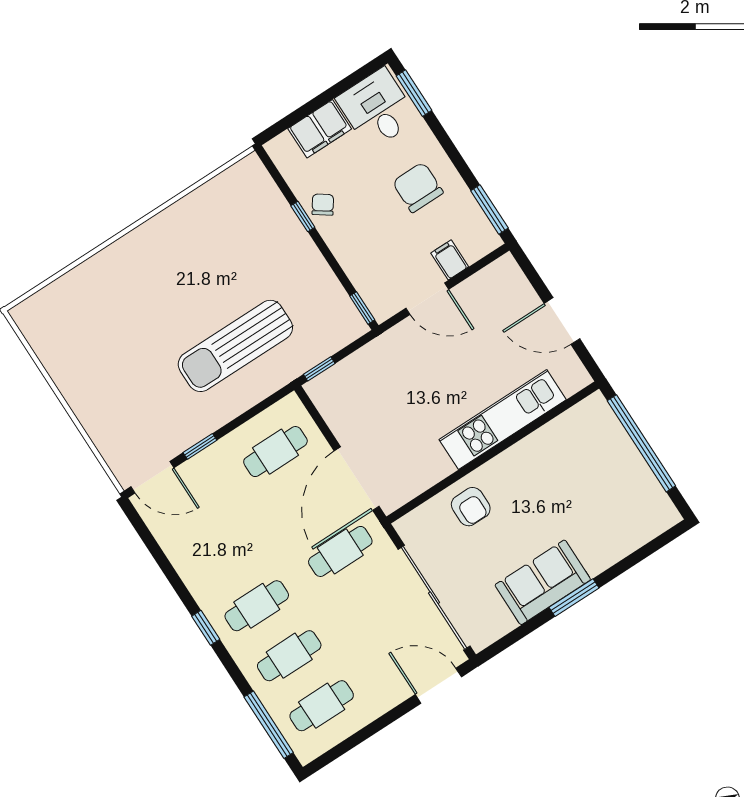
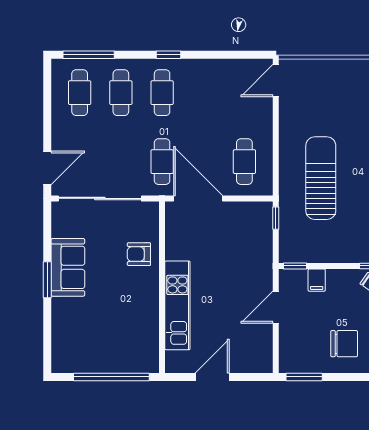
filing cabinet: (450, 260) -> (317, 280), moved, turned 90
window: (200, 446) -> (276, 120), removed

